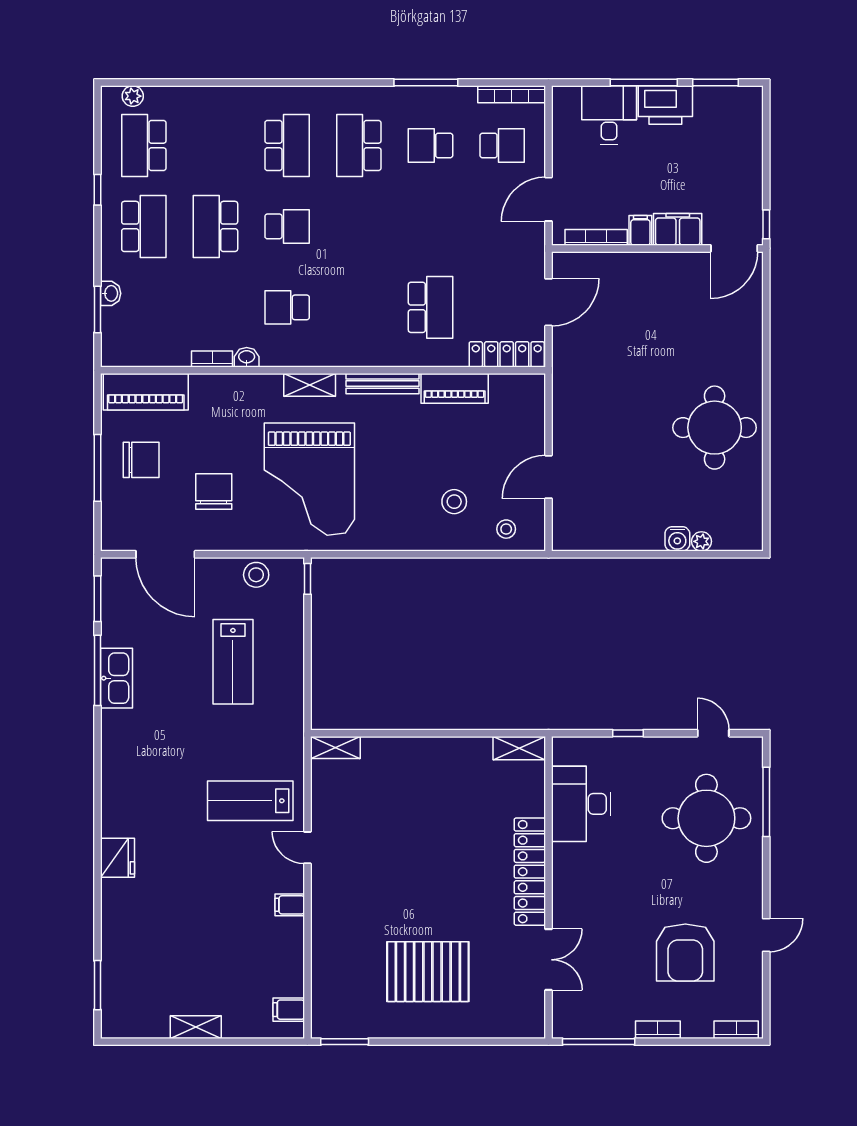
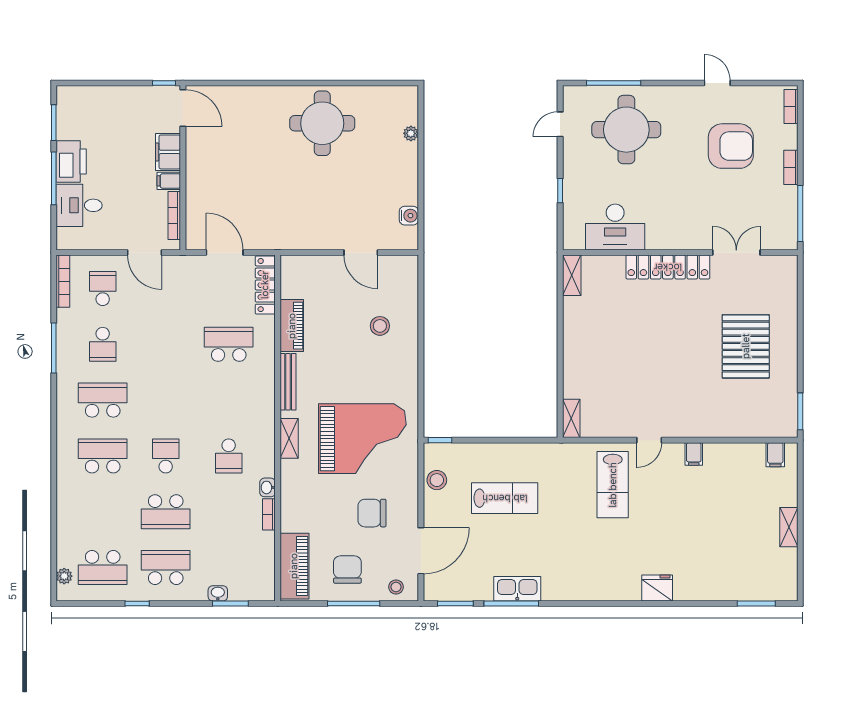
school desk: (359, 145) -> (103, 400), turned 180
stool: (506, 529) -> (396, 587), moved
water cooler: (677, 539) -> (409, 216), moved

